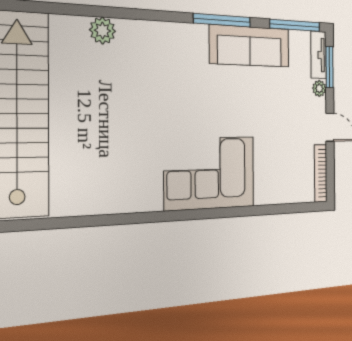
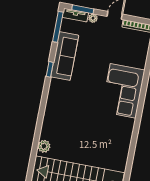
window: (222, 20) -> (50, 69), width x0.46
plant: (103, 31) -> (44, 146), moved

